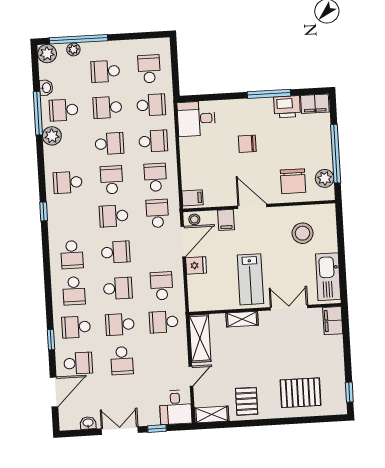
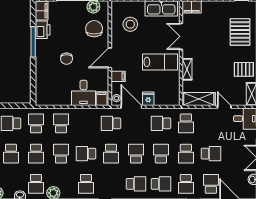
desk: (196, 119) -> (84, 93), moved
school desk: (155, 177) -> (86, 123), removed
chair: (293, 181) -> (94, 29), turned -90

